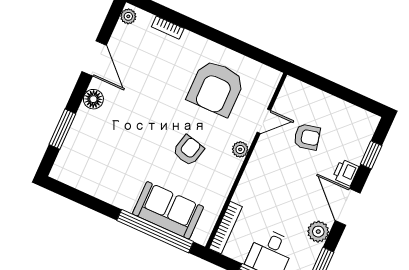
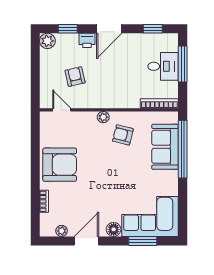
plant: (128, 16) -> (62, 231), moved
armchair: (216, 88) -> (60, 165), moved
door: (264, 121) -> (62, 110), moved
armchair: (188, 150) -> (123, 135), moved
corner sofa: (89, 152) -> (150, 216), added
plant: (318, 232) -> (47, 41), moved

